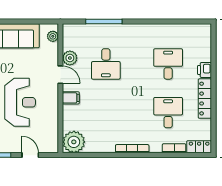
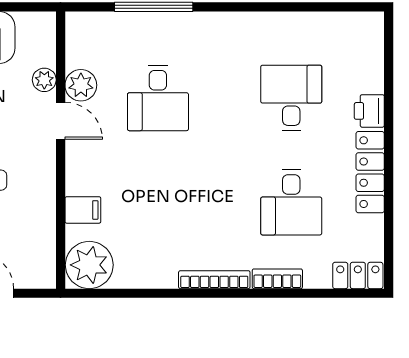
plant: (53, 36) -> (44, 80), moved
filing cabinet: (71, 98) -> (83, 210), moved
desk: (168, 113) -> (291, 202), turned 180
bookcase: (174, 148) -> (277, 279), moved

